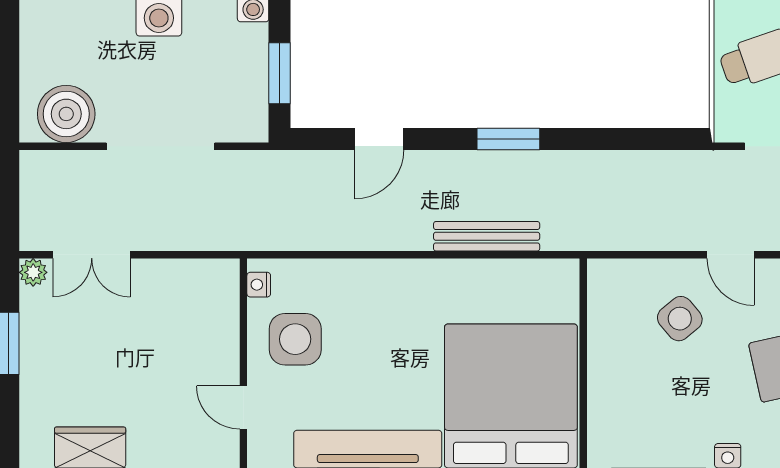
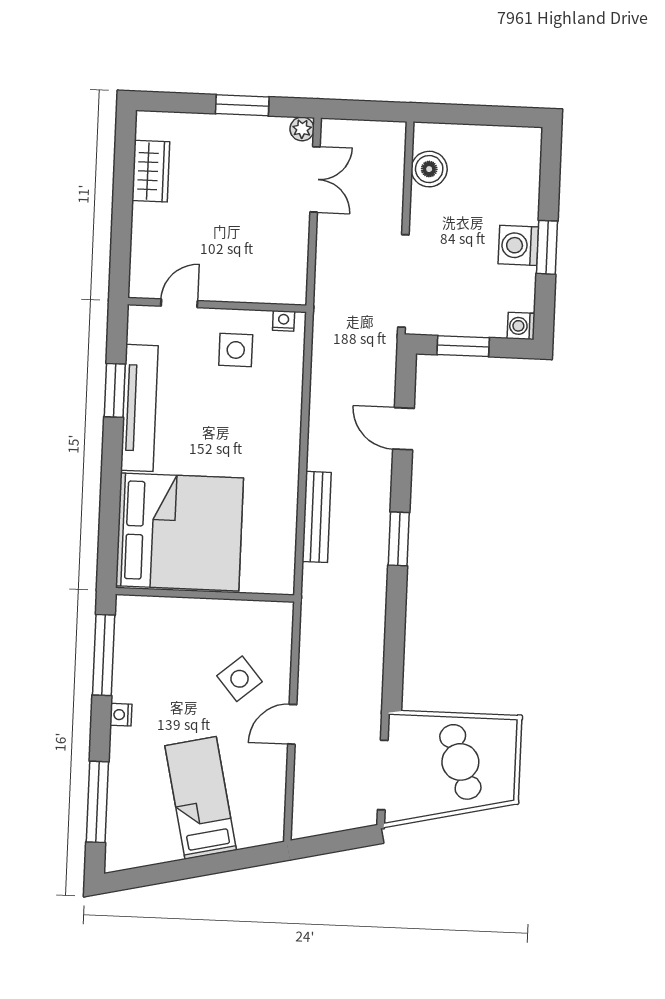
boiler: (66, 114) -> (429, 169), width x0.73, depth x0.73
doorway: (160, 146) -> (403, 281), moved
double door: (92, 255) -> (315, 179), swing flipped
side table: (295, 339) -> (236, 350), width x0.73, depth x0.73

